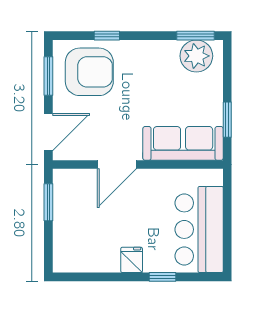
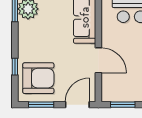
armchair: (89, 72) -> (38, 78), turned 90
door: (48, 132) -> (77, 105), hinge flipped

